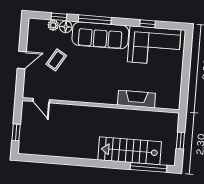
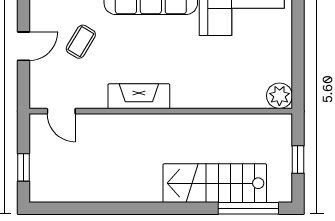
fireplace: (136, 99) -> (139, 96), moved
plant: (172, 102) -> (279, 96), added

